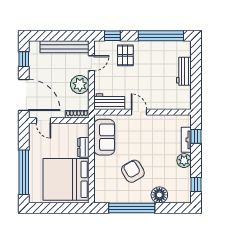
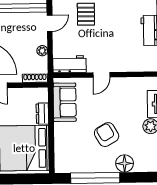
plant: (80, 85) -> (42, 51), width x0.53, depth x0.53
door: (139, 112) -> (101, 75), swing flipped
armchair: (133, 171) -> (107, 135), moved

